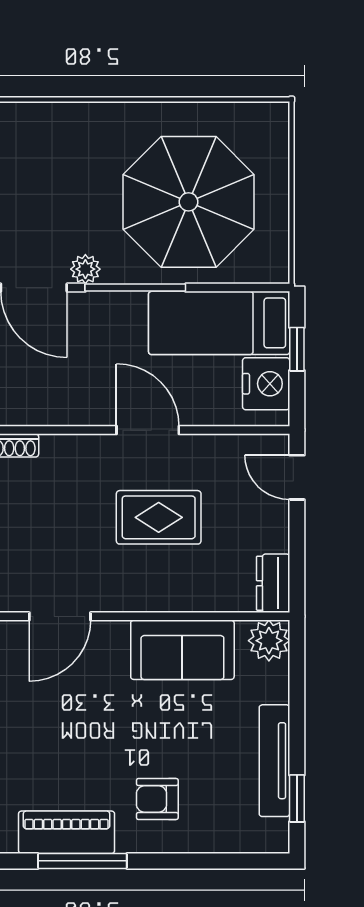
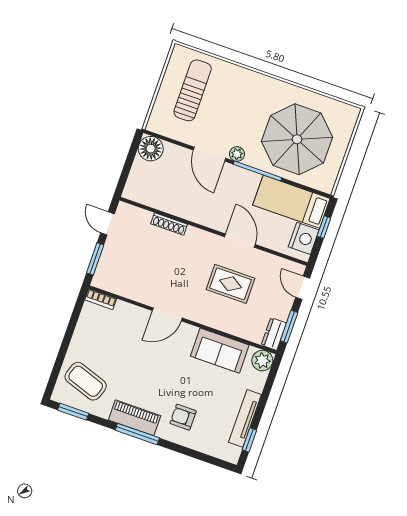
window: (297, 559) -> (289, 327), added

